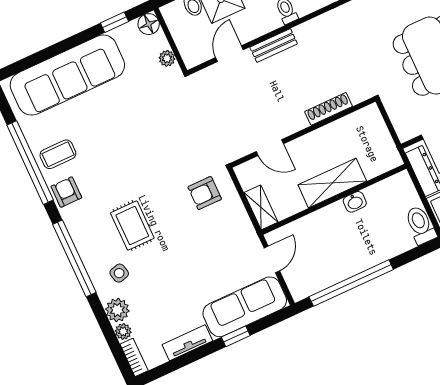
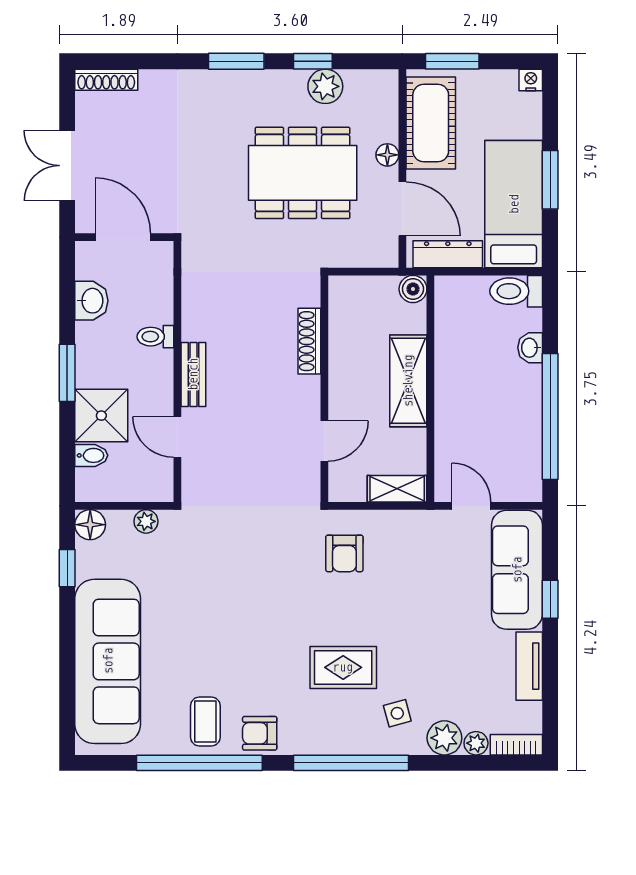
boiler: (392, 159) -> (413, 289), added
washbasin: (355, 202) -> (530, 348), moved, turned 180

